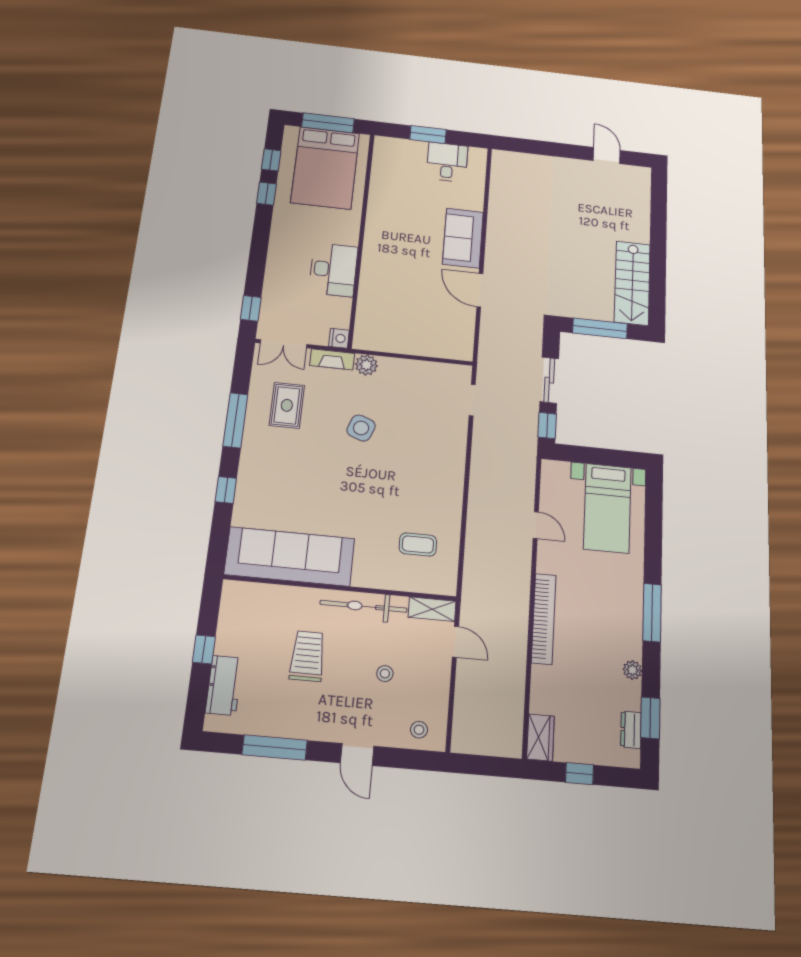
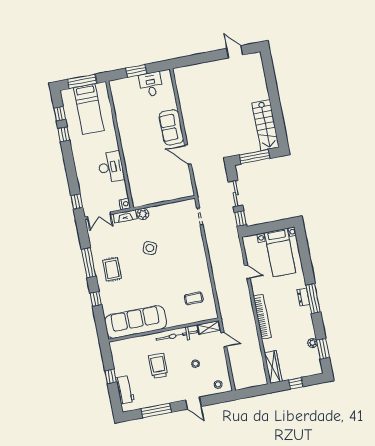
bed: (325, 168) -> (89, 109), width x0.67
rug: (287, 405) -> (112, 269), moved
plant: (632, 670) -> (312, 343), moved
dresser: (631, 730) -> (303, 297), moved
wardrobe: (540, 738) -> (273, 367), width x1.50

